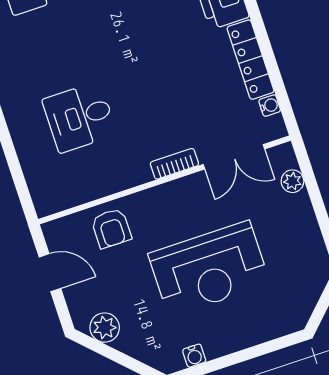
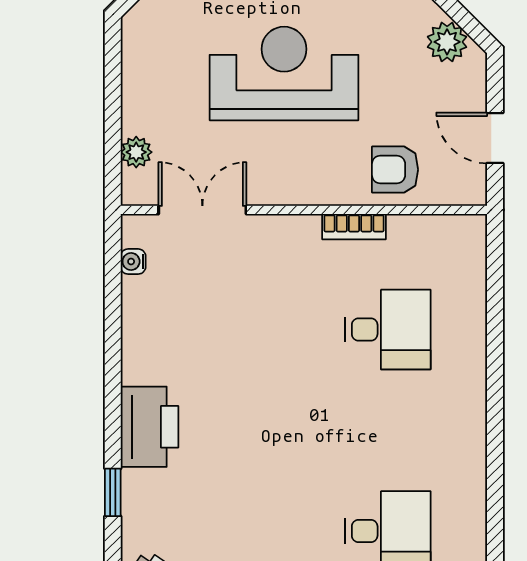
locker: (251, 60) -> (138, 330), removed
bookcase: (174, 164) -> (354, 227), moved
armchair: (111, 228) -> (395, 170), turned -90

